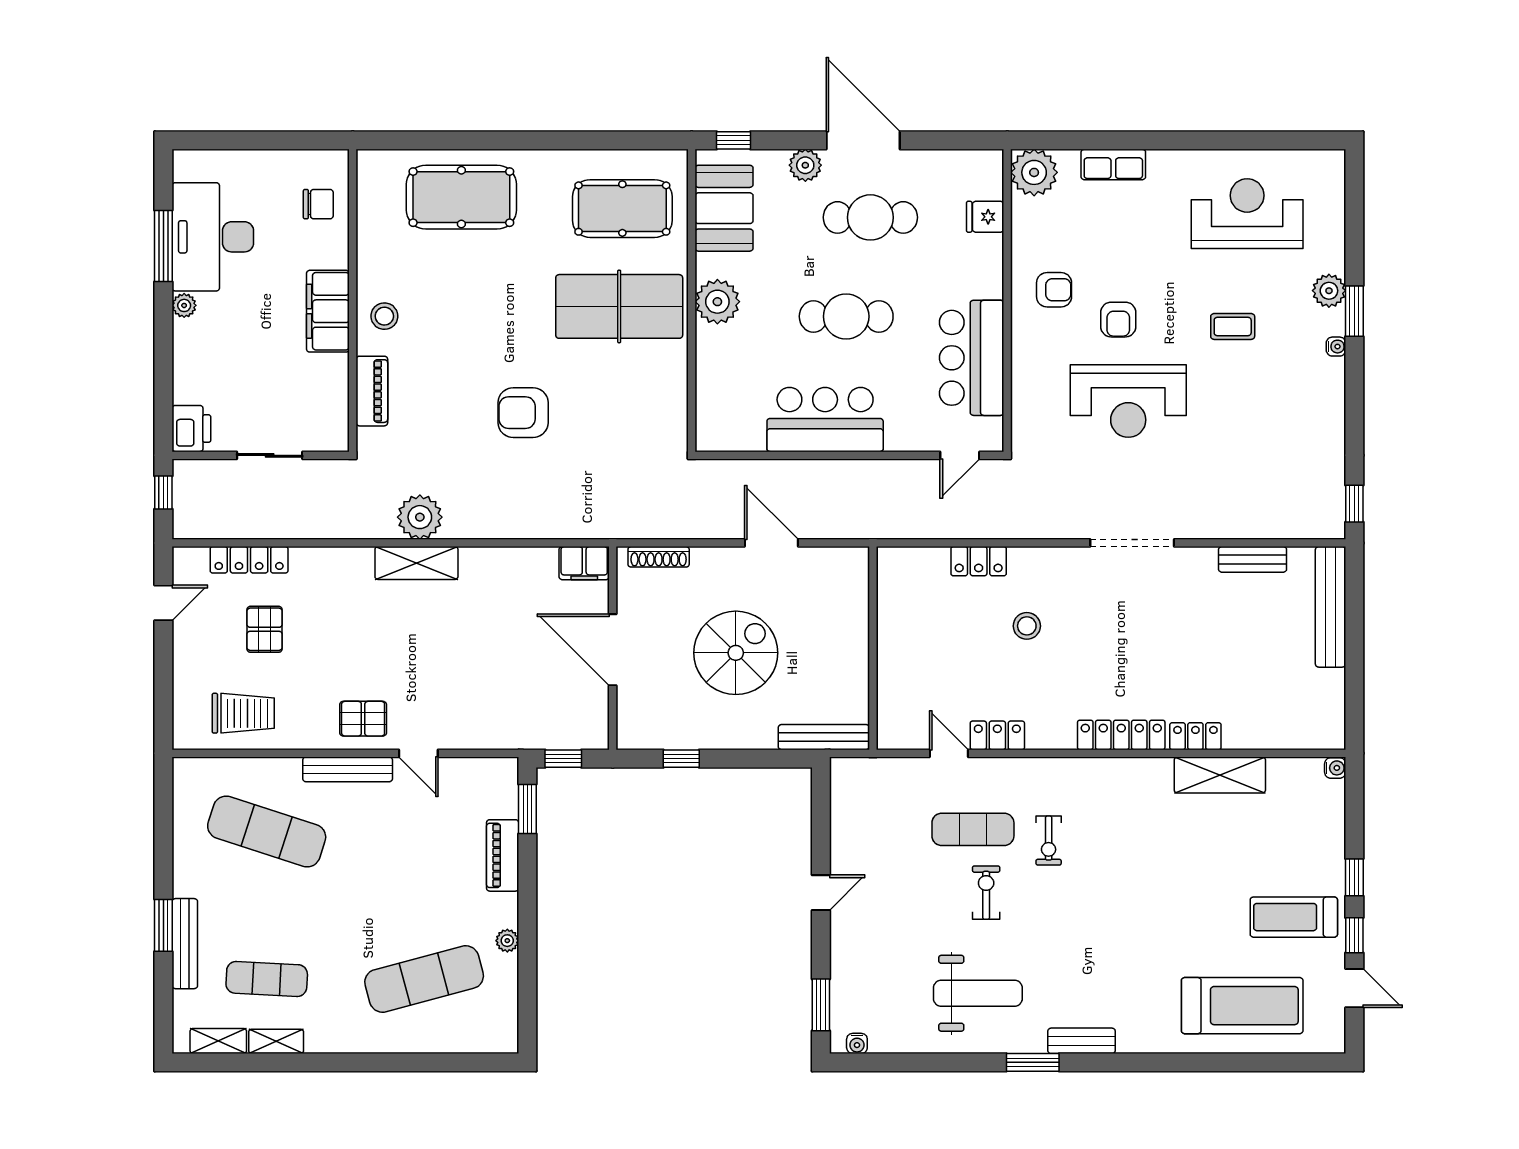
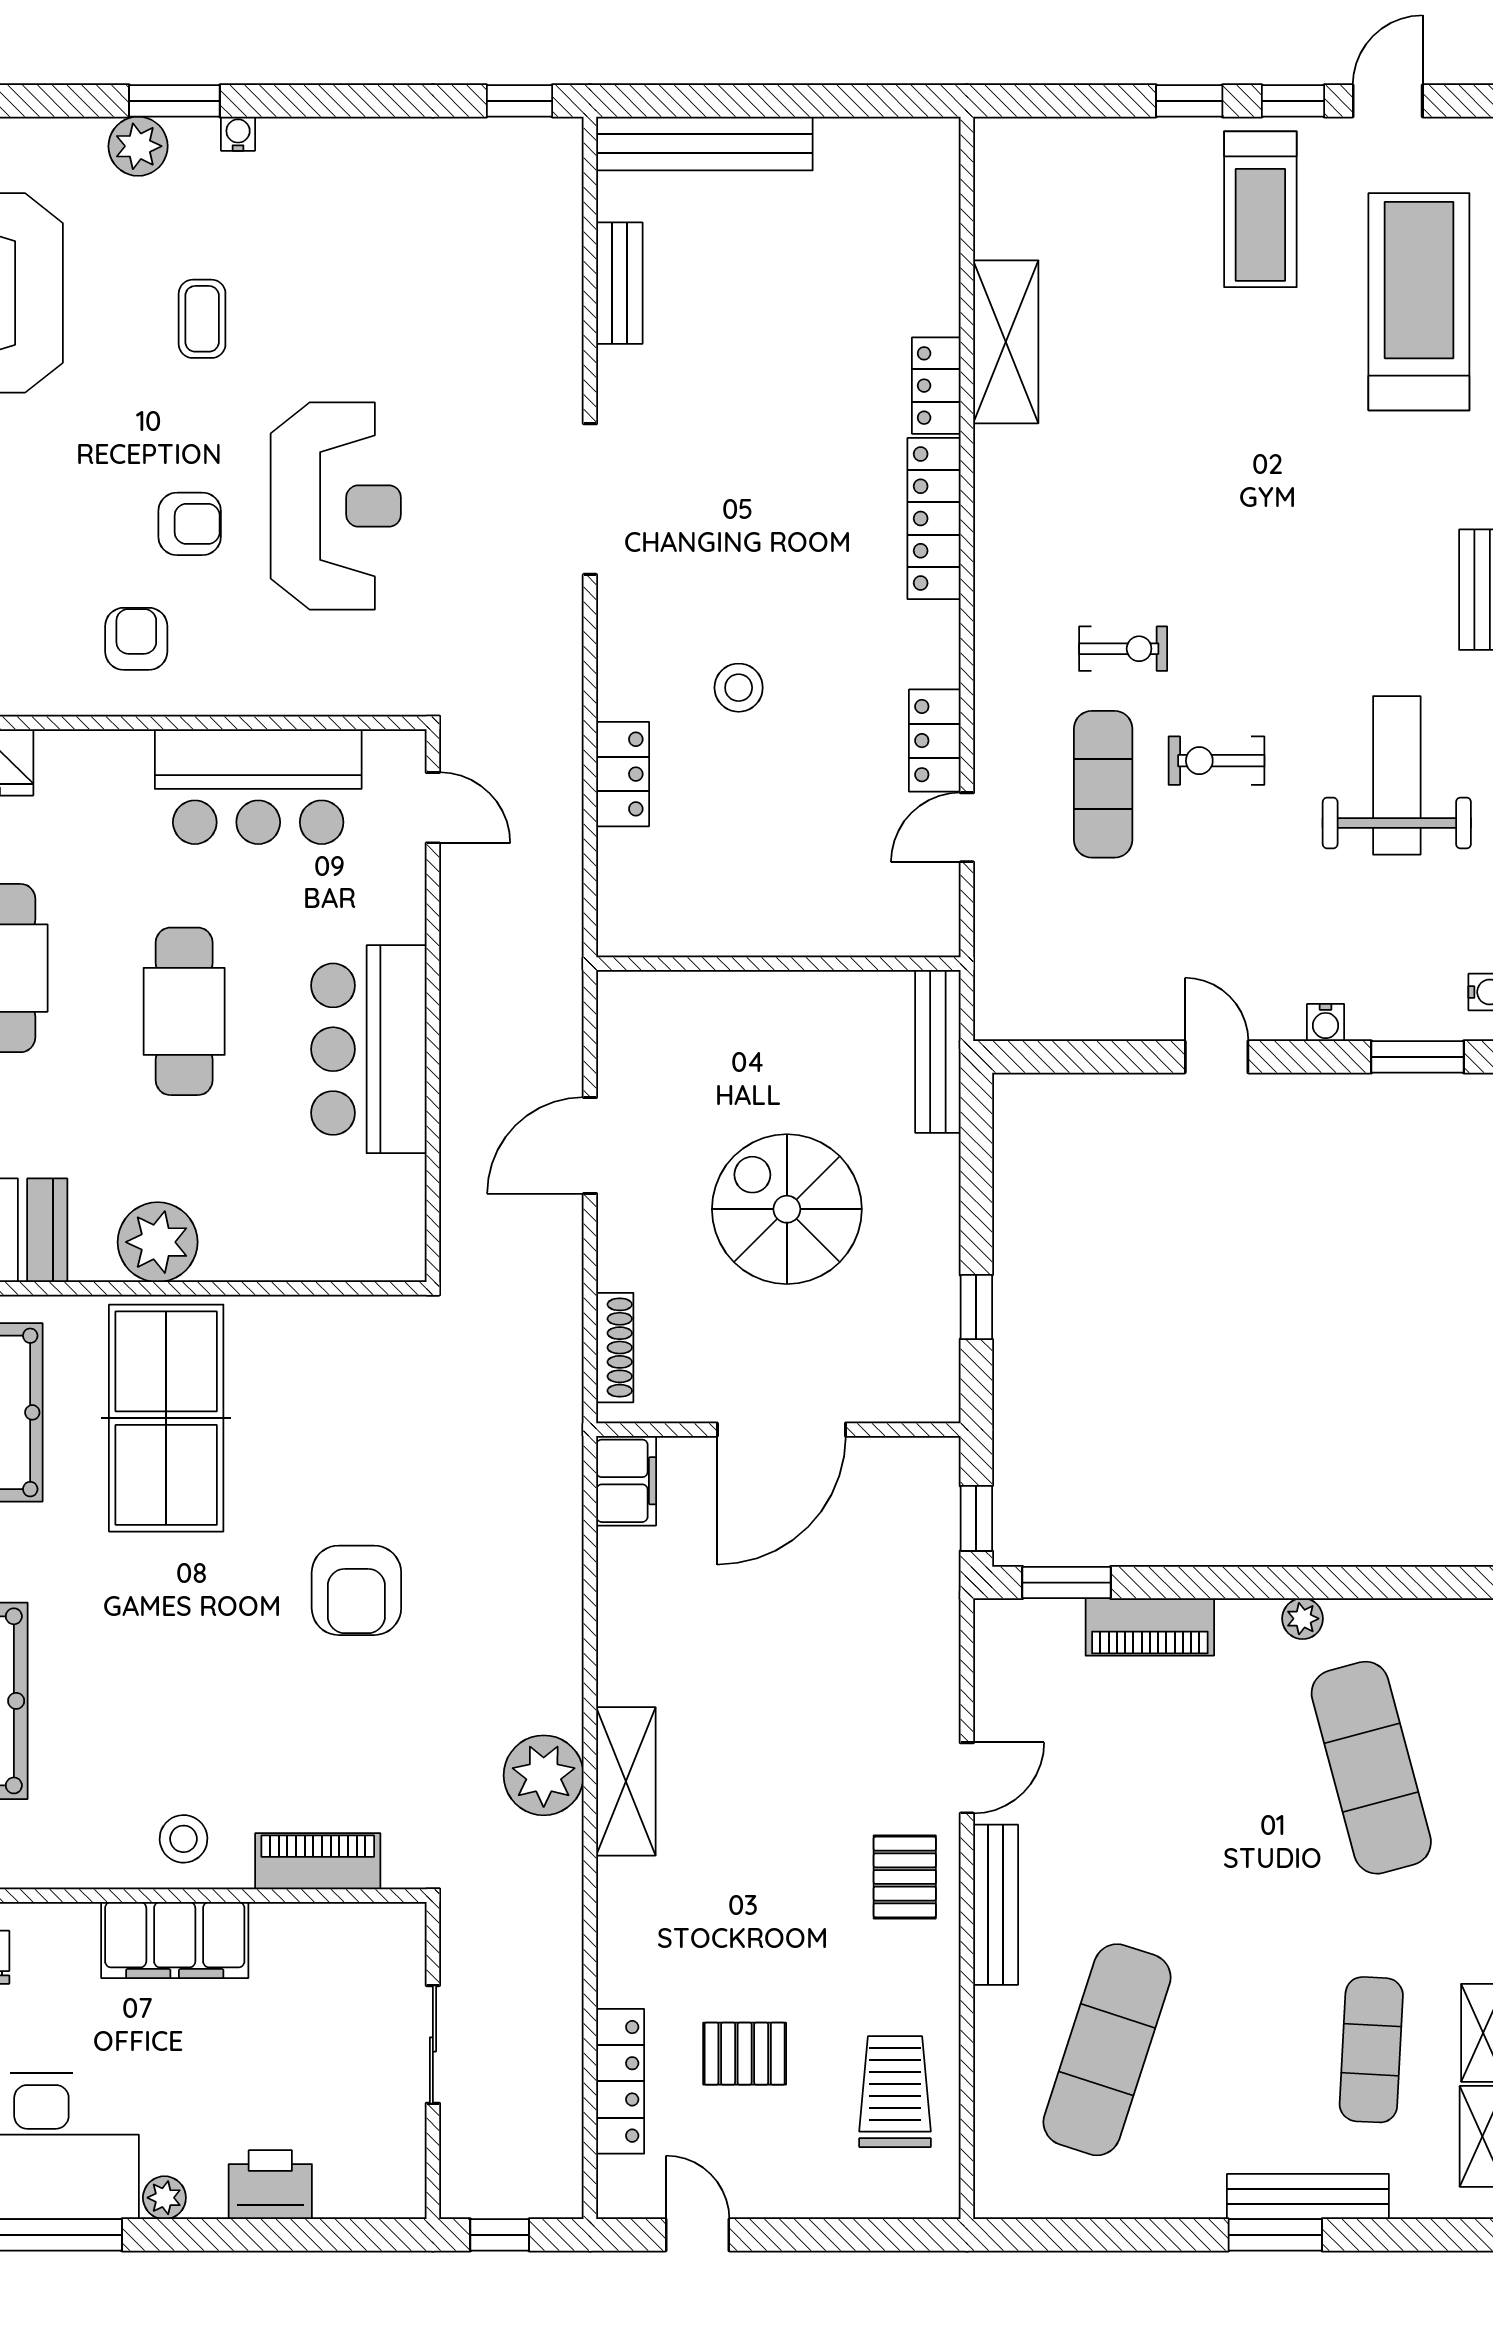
printer: (191, 429) -> (270, 2185), moved
water cooler: (1335, 768) -> (1326, 1023), moved, turned 180

